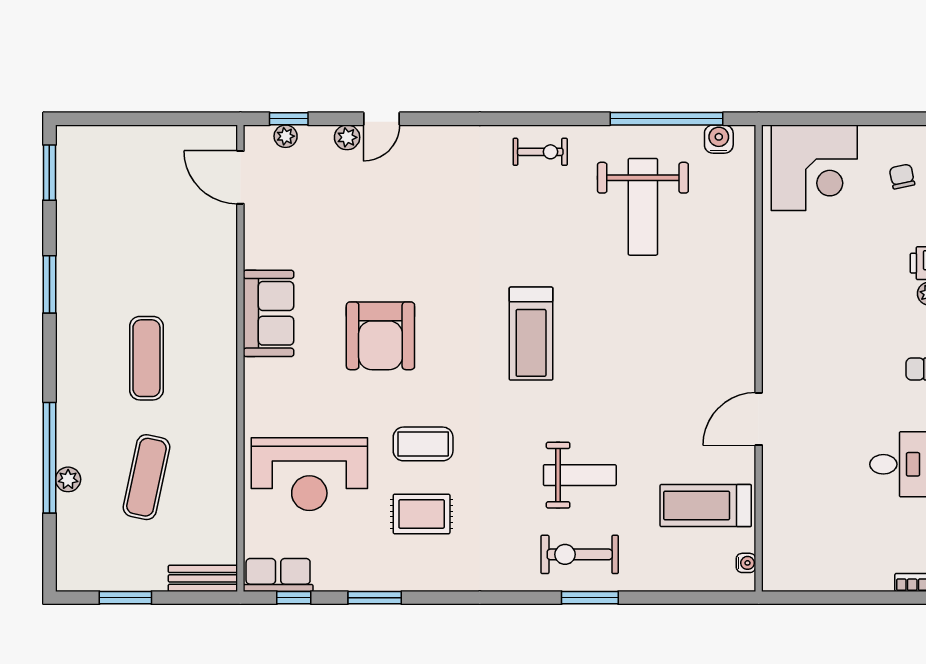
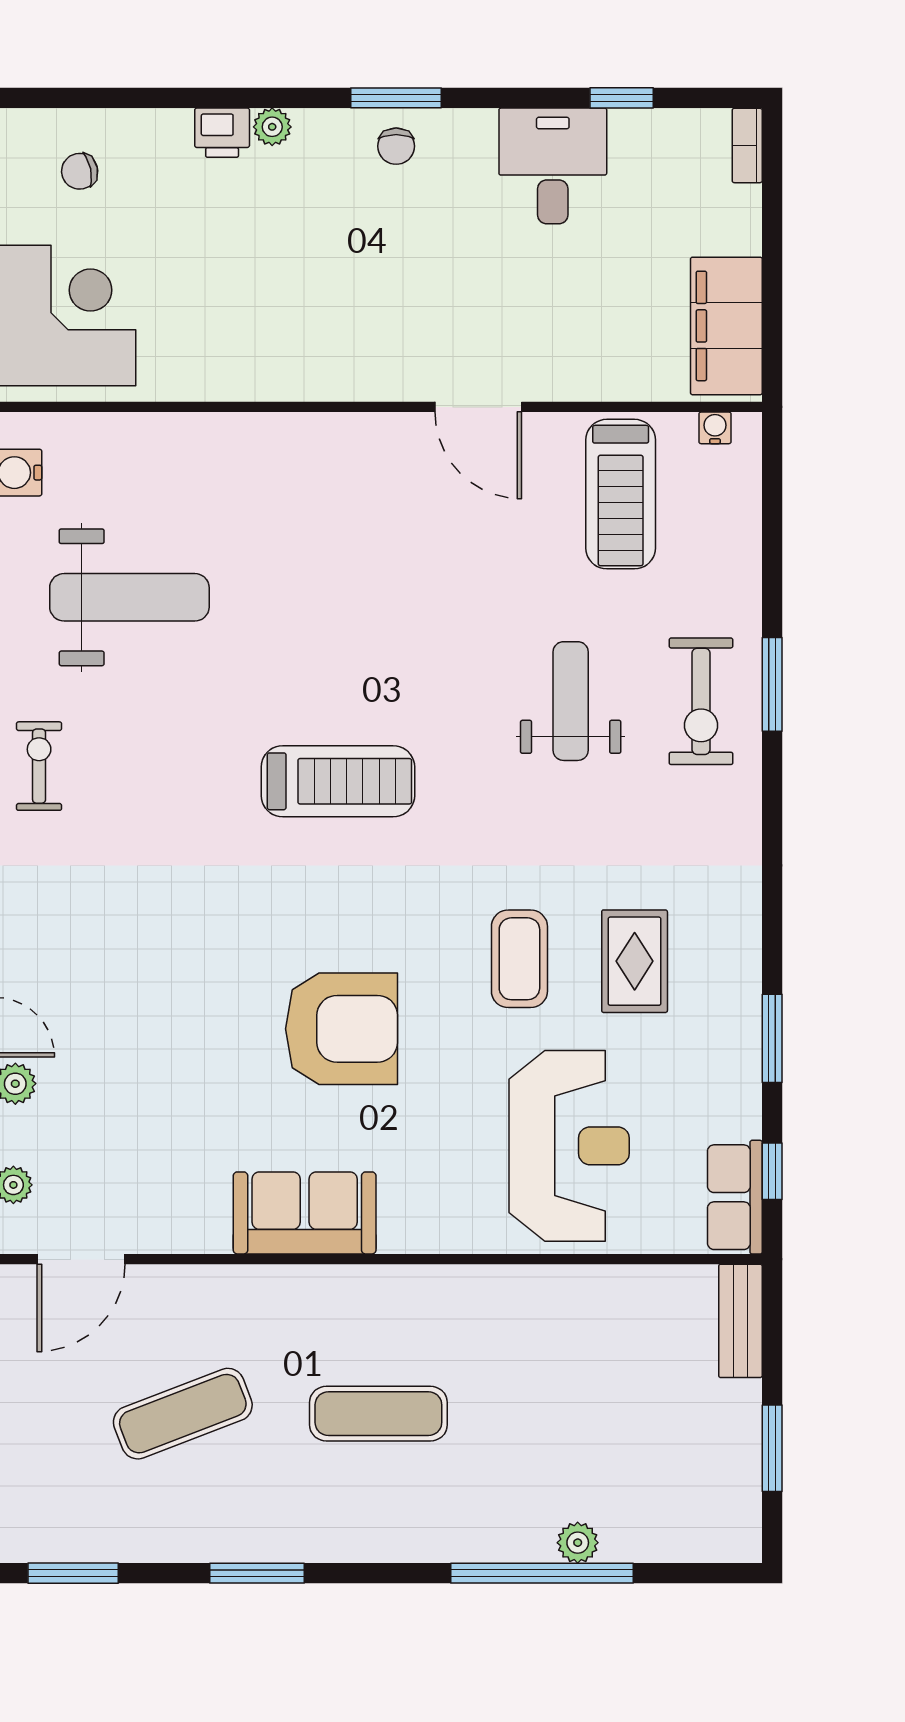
exercise mat: (146, 477) -> (183, 1414), moved, turned -33
filing cabinet: (808, 570) -> (726, 326), added

